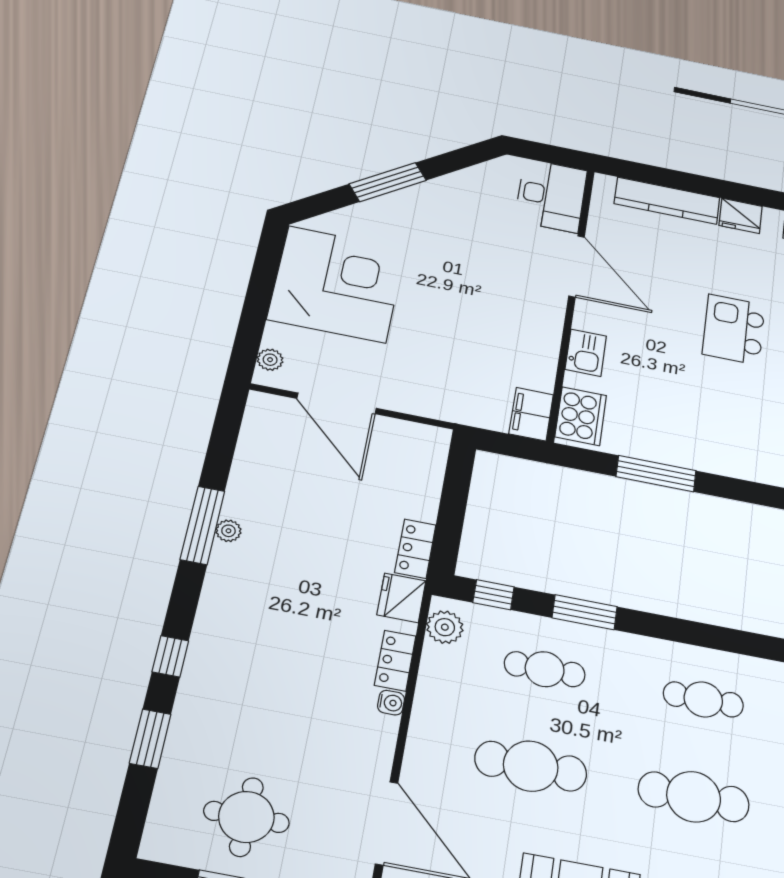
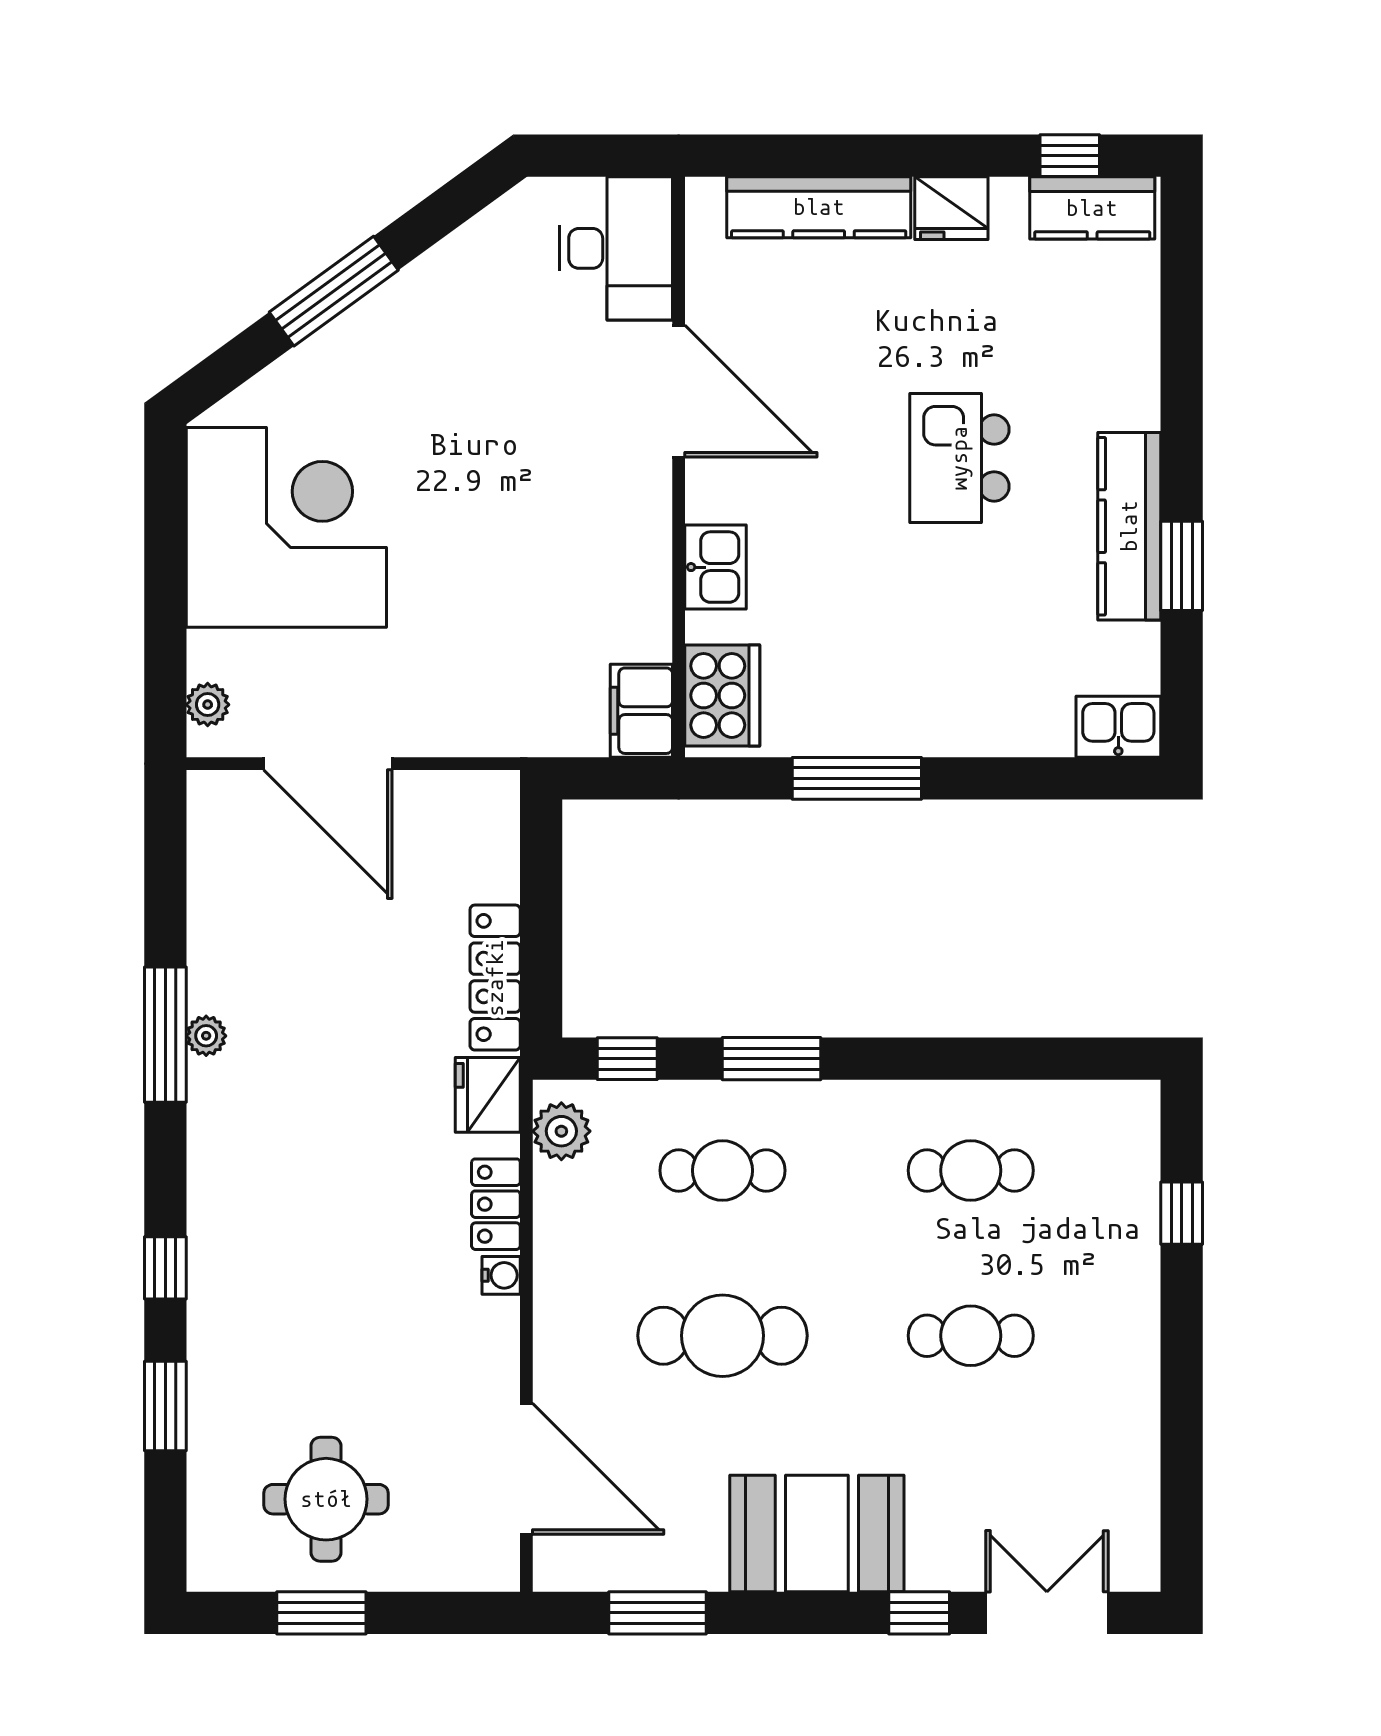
locker: (415, 549) -> (495, 978), width x1.53
cafe table: (694, 797) -> (971, 1336), width x0.73, depth x0.74

